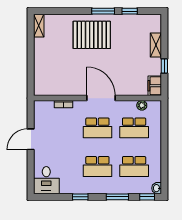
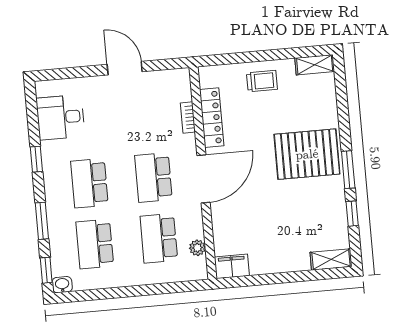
pallet: (92, 35) -> (307, 154), turned 90
shelving: (156, 45) -> (331, 259), moved
trolley: (46, 58) -> (262, 81), added
window: (164, 66) -> (266, 279), removed
locker: (65, 90) -> (212, 118), added
desk: (46, 180) -> (61, 117), moved

